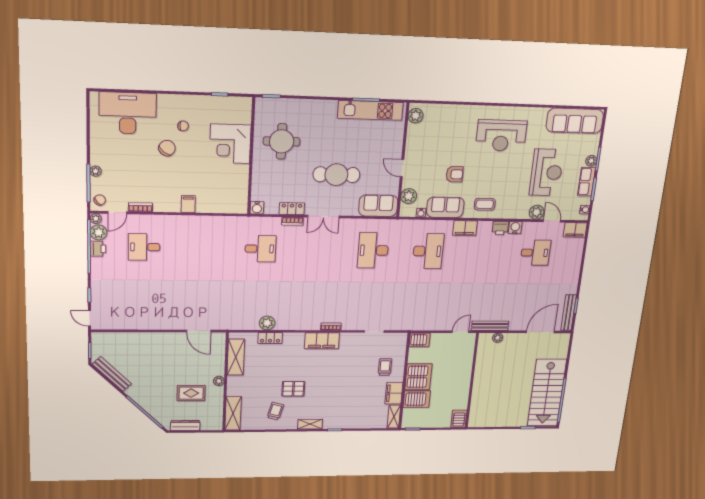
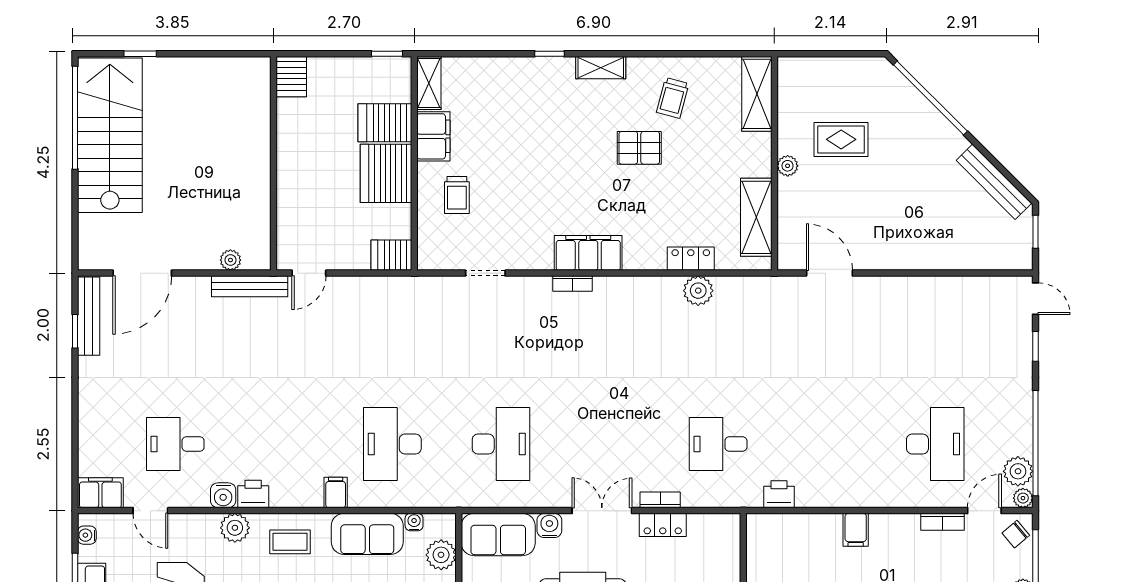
water cooler: (257, 208) -> (549, 525), moved
plant: (537, 212) -> (235, 528), moved
filing cabinet: (465, 228) -> (336, 492), width x0.50
desk: (144, 247) -> (935, 444), width x1.37
printer: (98, 249) -> (779, 494), moved, turned 90
dresser: (185, 425) -> (851, 68), removed

